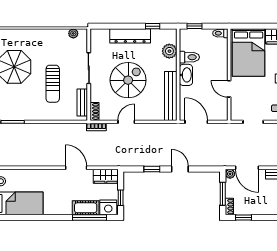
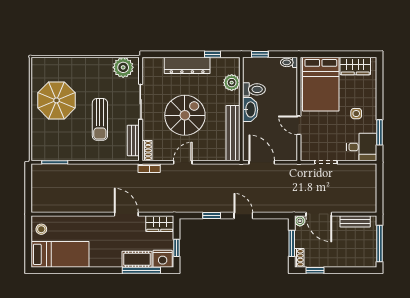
plant: (73, 33) -> (123, 67), width x1.87, depth x1.87

